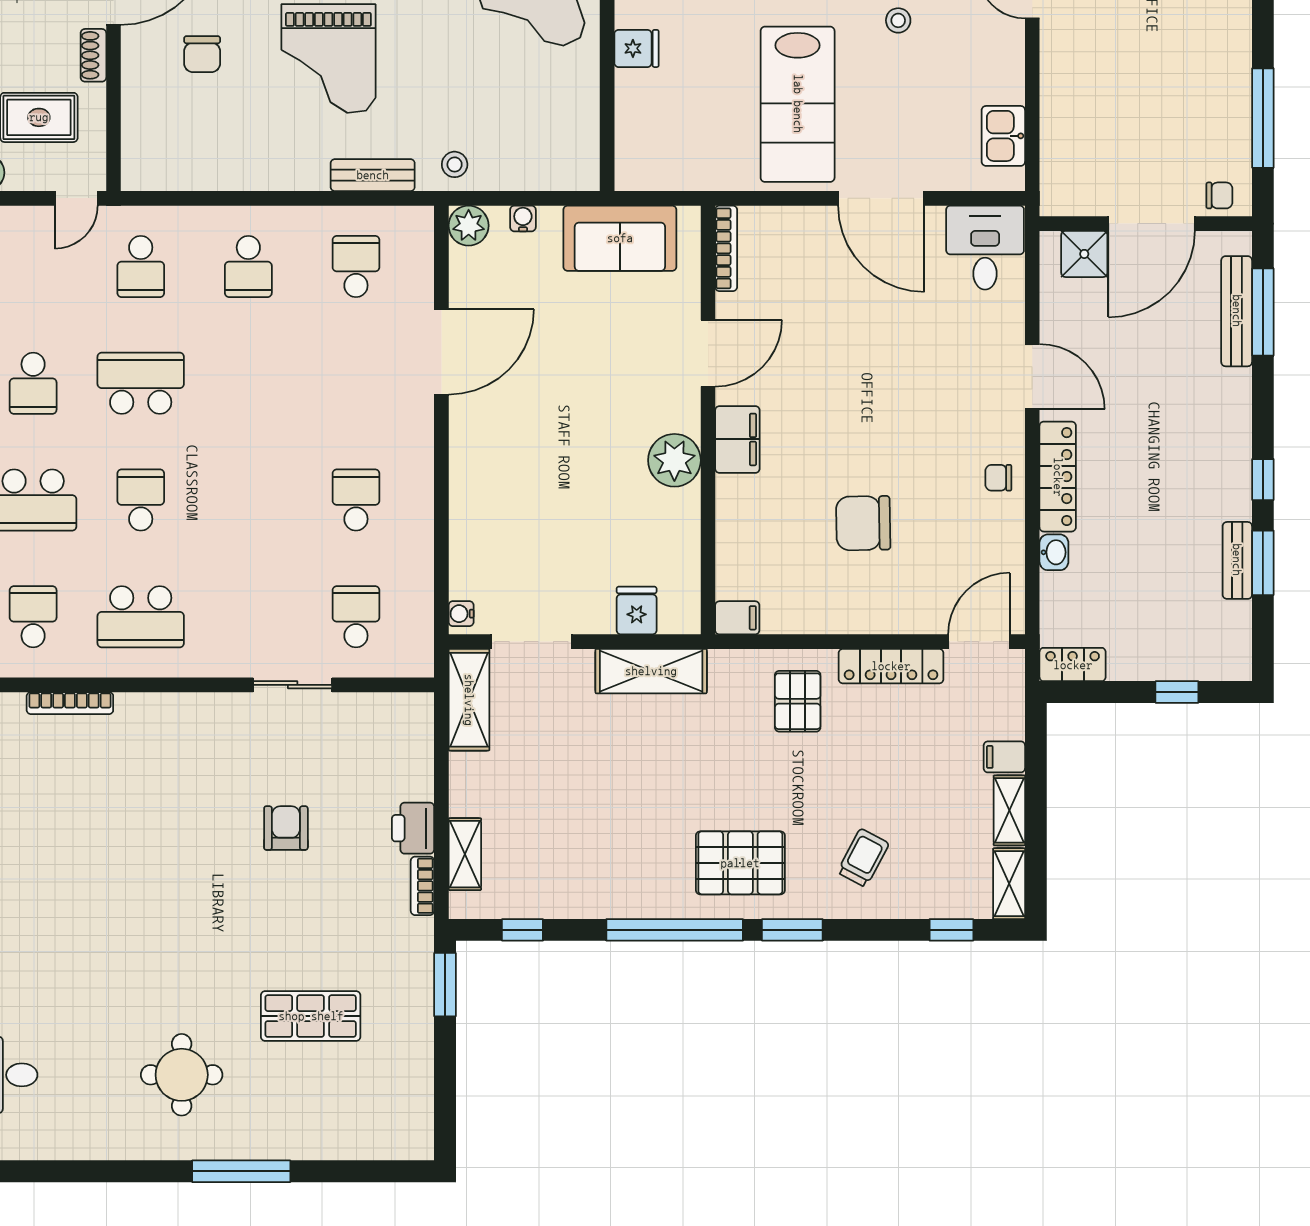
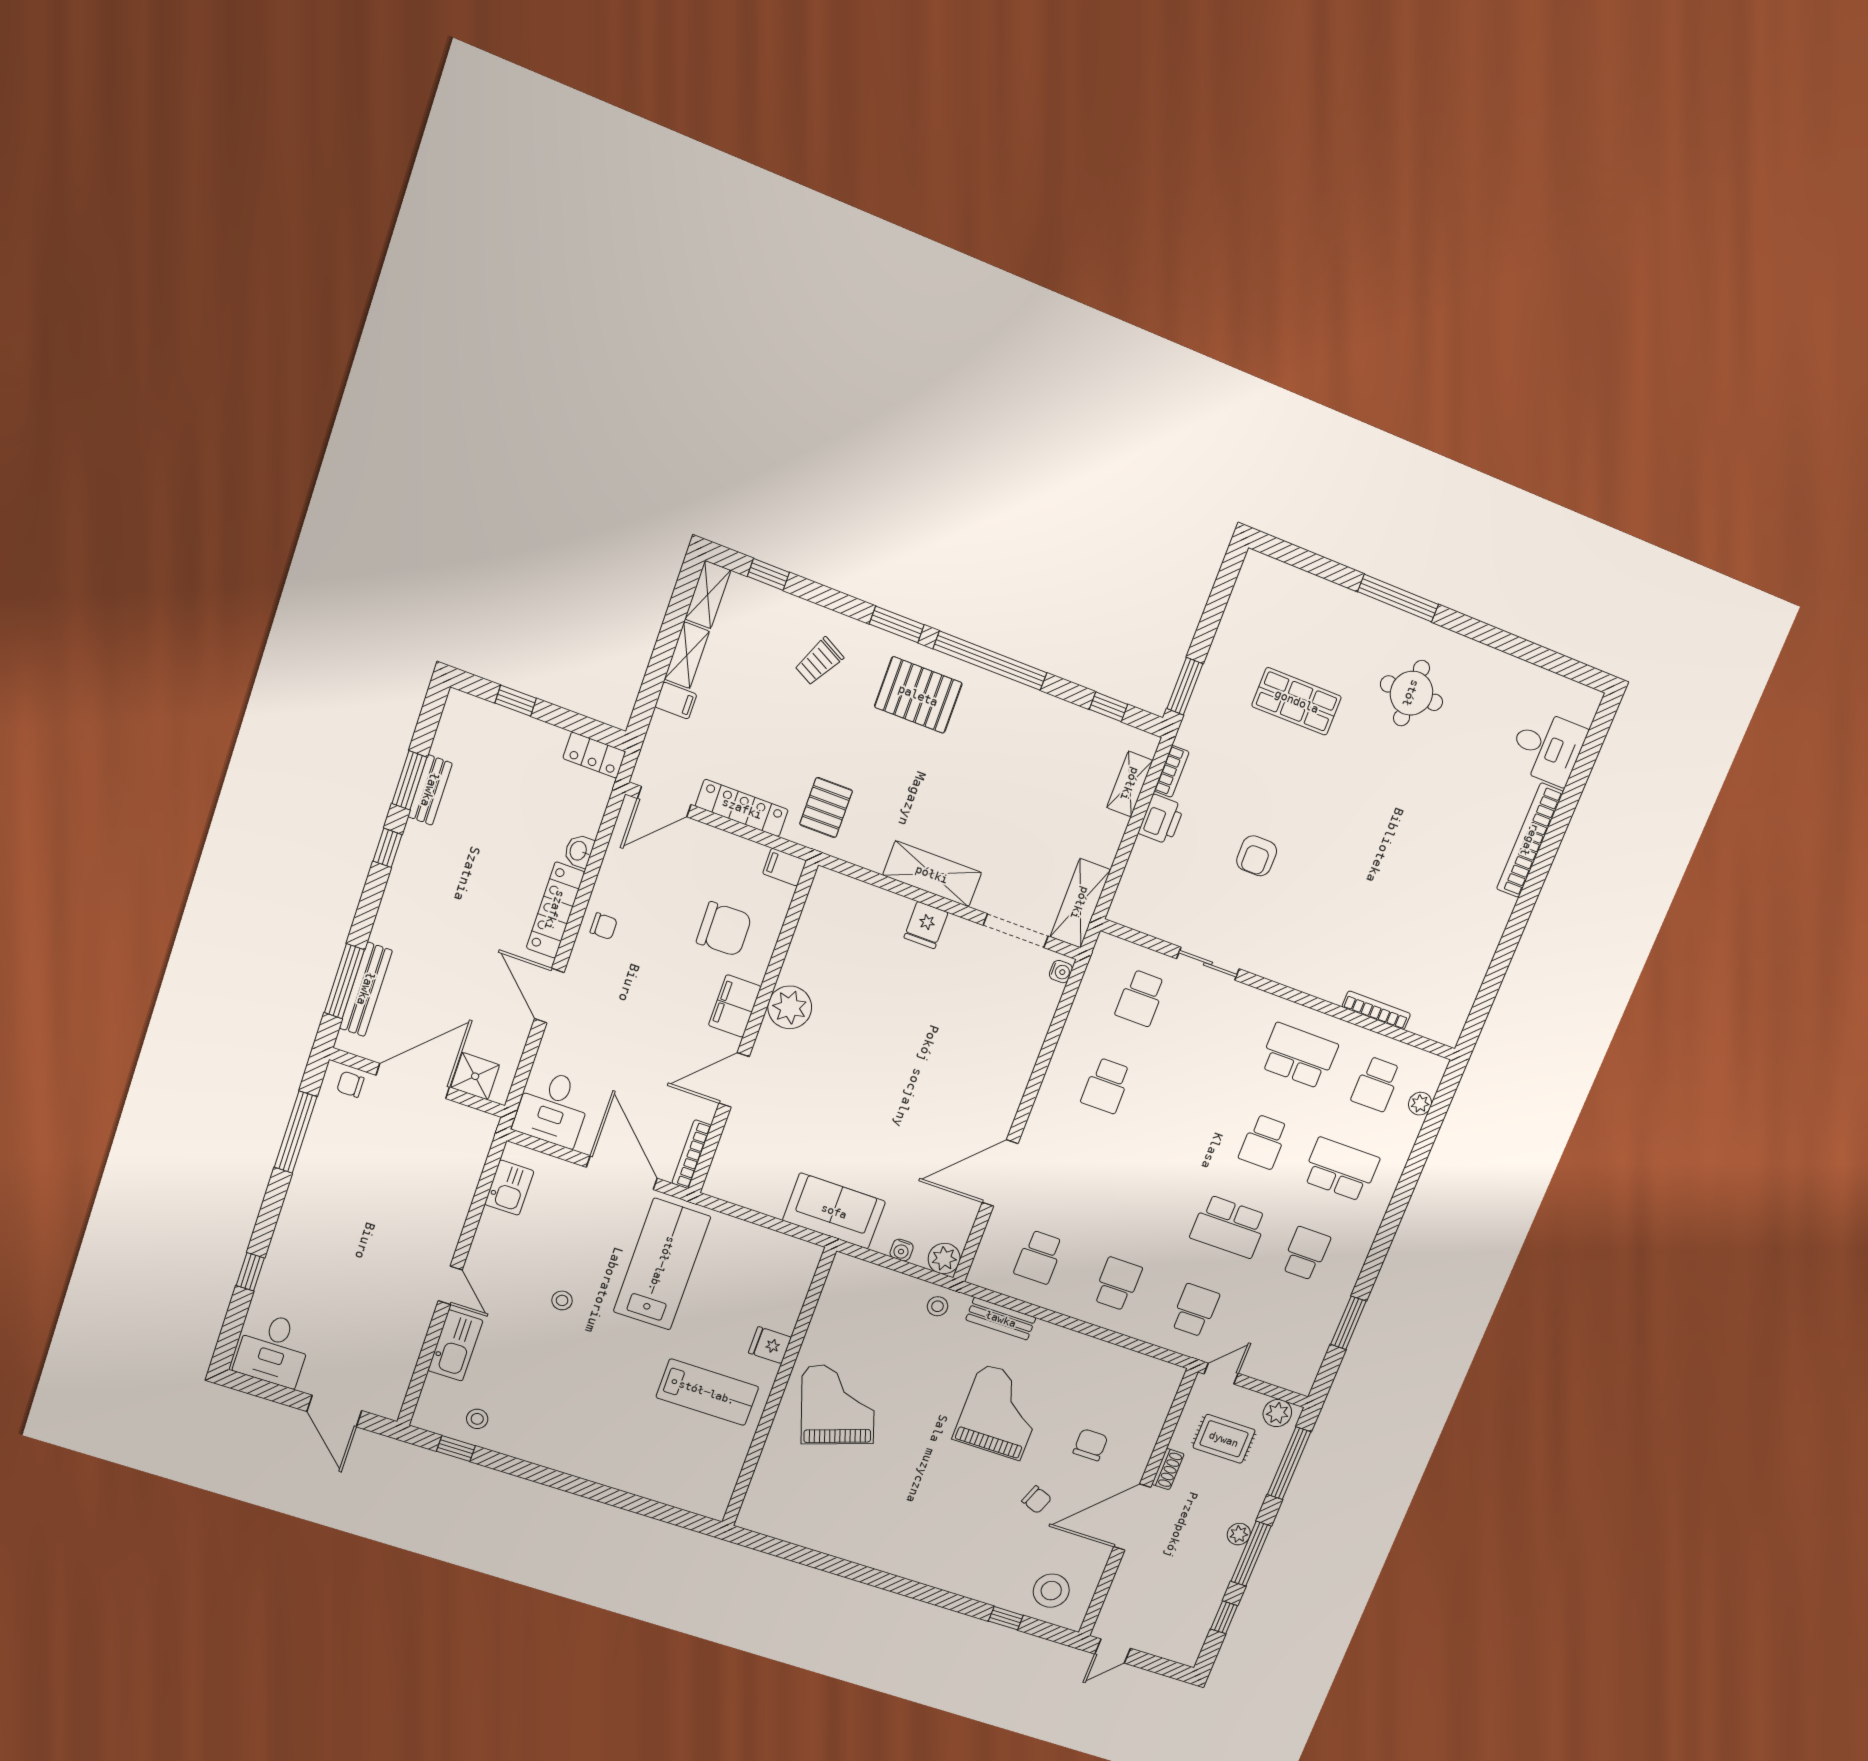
bookcase: (726, 248) -> (692, 1154), moved
door: (708, 353) -> (734, 1080), moved
wall: (708, 420) -> (752, 1029), moved
filing cabinet: (737, 439) -> (735, 1006), moved
plant: (674, 460) -> (790, 1007), moved
filing cabinet: (737, 618) -> (785, 867), moved

